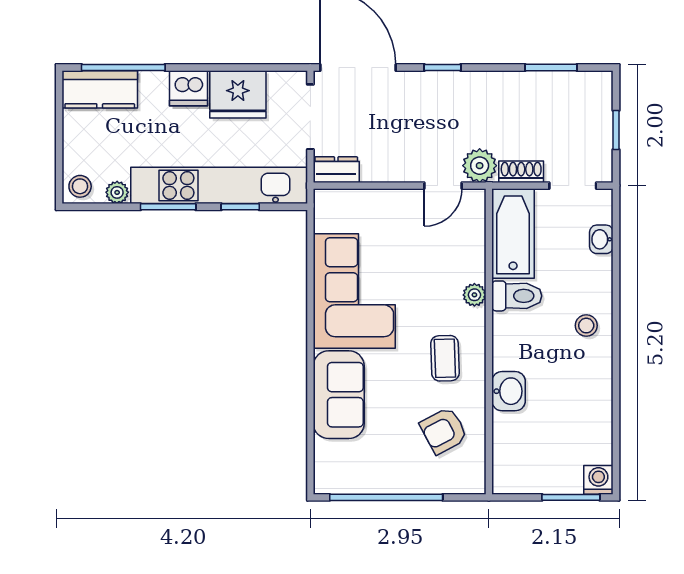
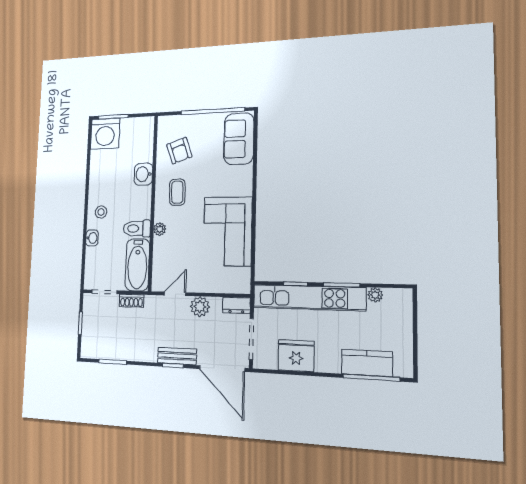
bench: (436, 83) -> (177, 356), added
dishwasher: (188, 88) -> (328, 361), removed
kitchen counter: (100, 89) -> (367, 363), moved
plant: (480, 166) -> (200, 307), moved
stool: (80, 186) -> (400, 300), removed
washbasin: (601, 239) -> (92, 238), moved
sofa: (339, 395) -> (239, 139), moved
armchair: (444, 431) -> (179, 151), turned 99
washing machine: (598, 480) -> (105, 134), width x1.89, depth x1.89

